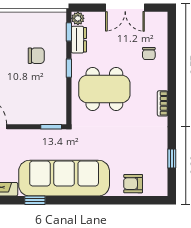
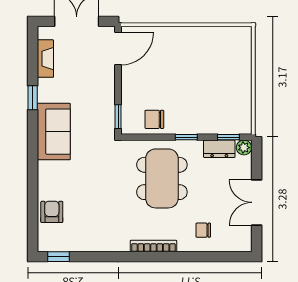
chair: (36, 56) -> (154, 119), moved, turned 90
bookcase: (163, 103) -> (153, 246), width x1.56
window: (172, 159) -> (59, 257), moved
sofa: (64, 178) -> (54, 132), width x0.54, depth x0.79

